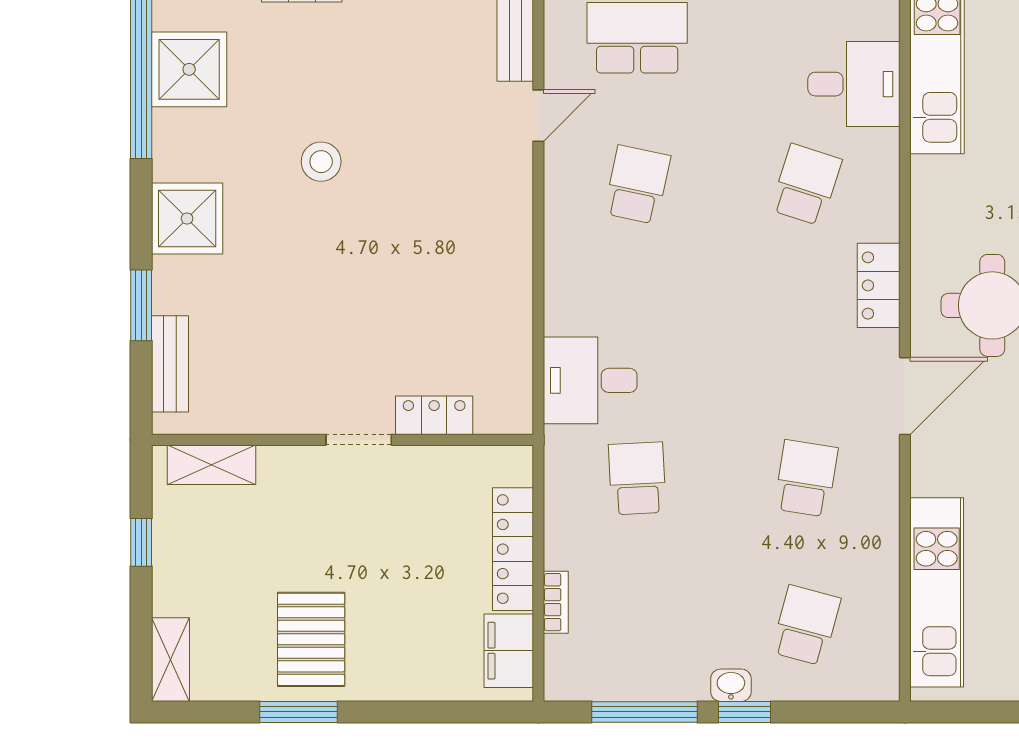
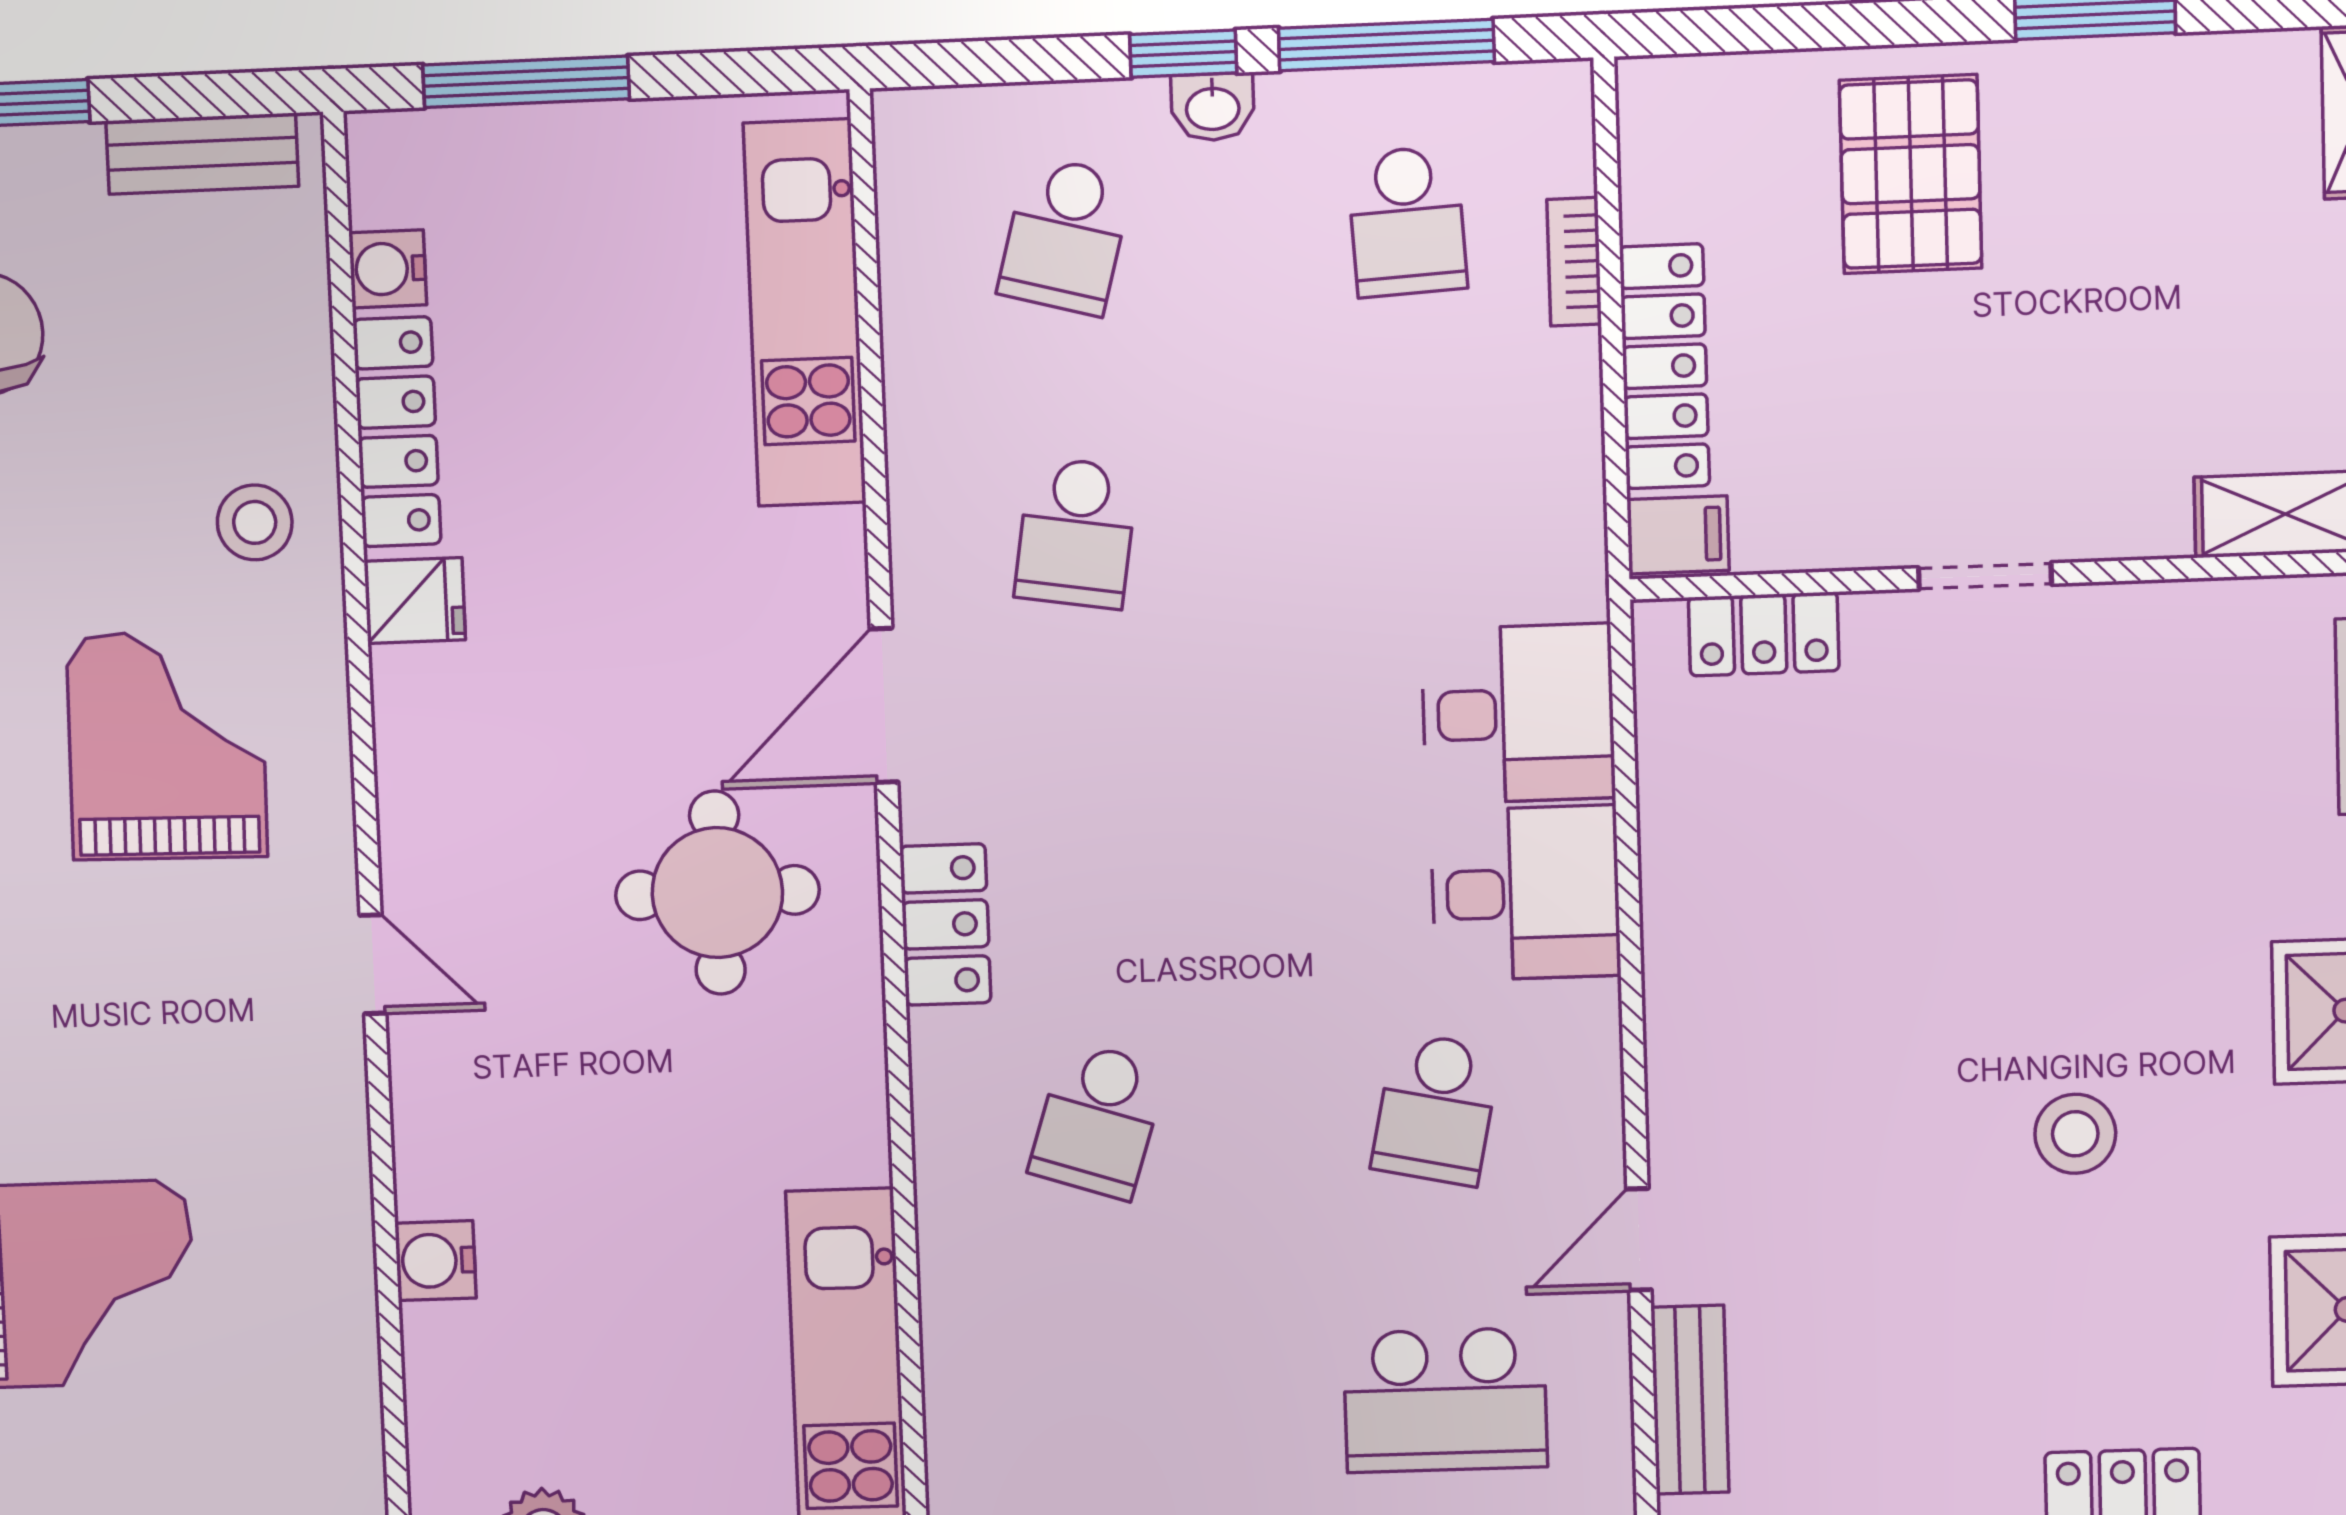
desk: (854, 84) -> (1526, 893), moved, turned 180
locker: (434, 415) -> (1764, 634), moved
school desk: (637, 478) -> (1407, 221), moved
pallet: (311, 639) -> (1911, 174), moved
filing cabinet: (509, 651) -> (1678, 535), moved, width x0.50

